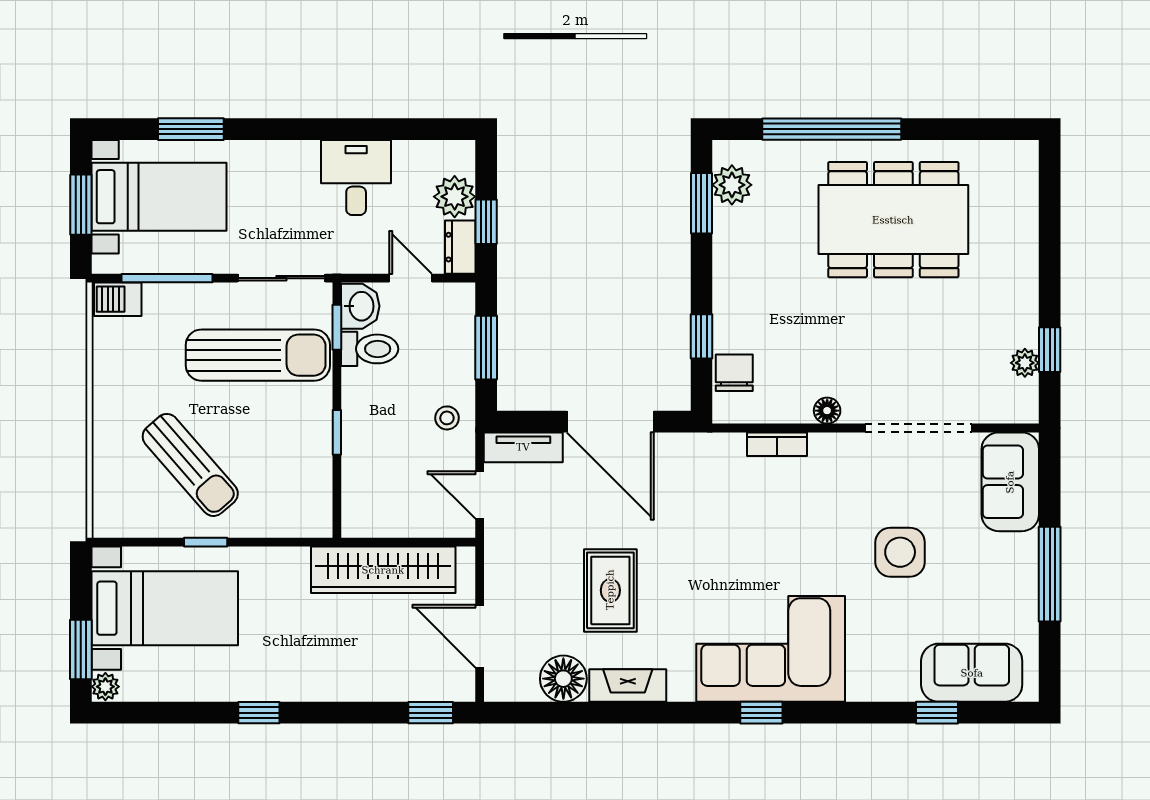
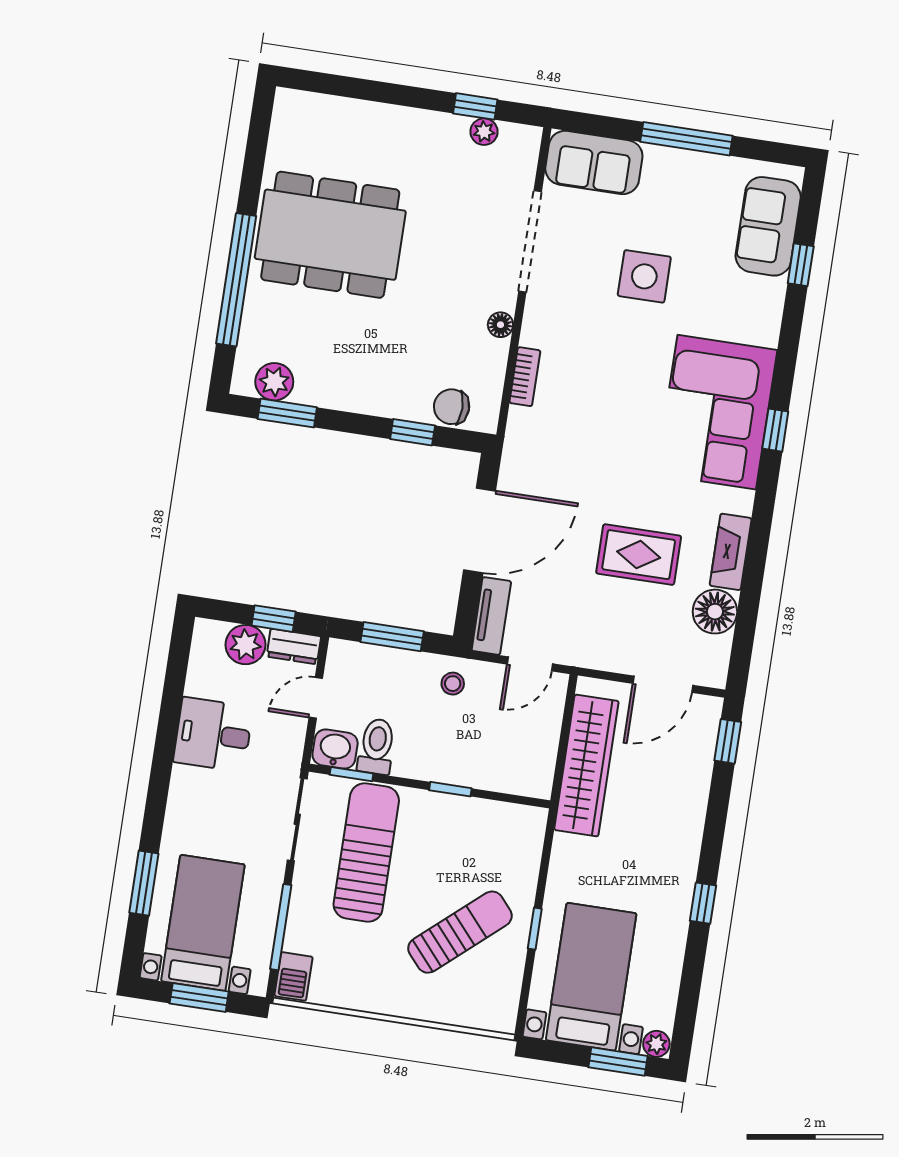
dining table: (893, 220) -> (330, 235), turned 90

